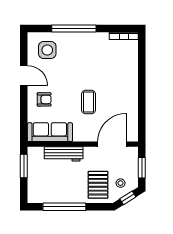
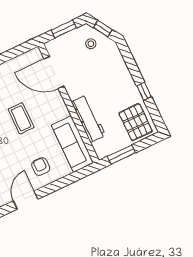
coffee table: (89, 102) -> (21, 118), turned 90
pallet: (98, 185) -> (136, 122), moved, turned 90
window: (64, 207) -> (144, 91), width x0.32

